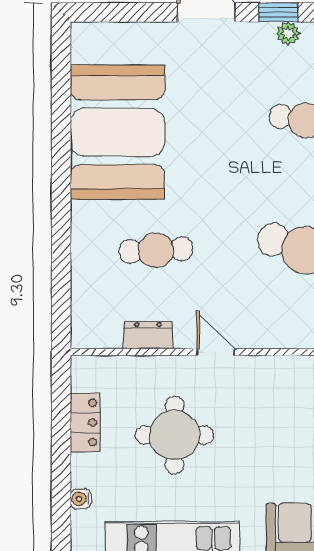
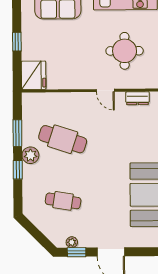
cafe table: (156, 250) -> (134, 139), removed

